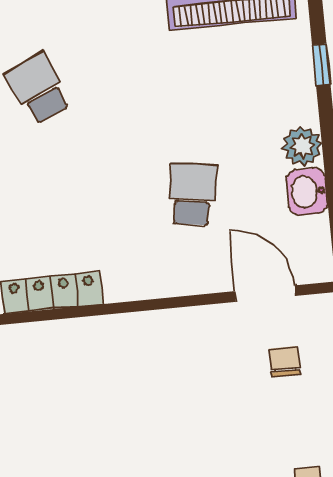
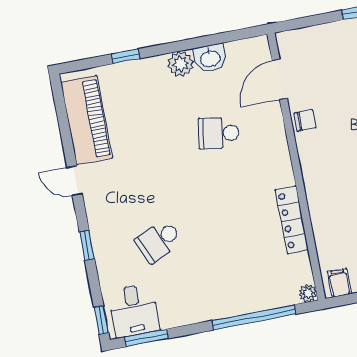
chair: (285, 361) -> (305, 120), moved, turned 180

